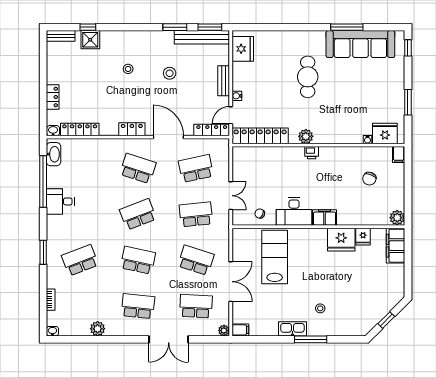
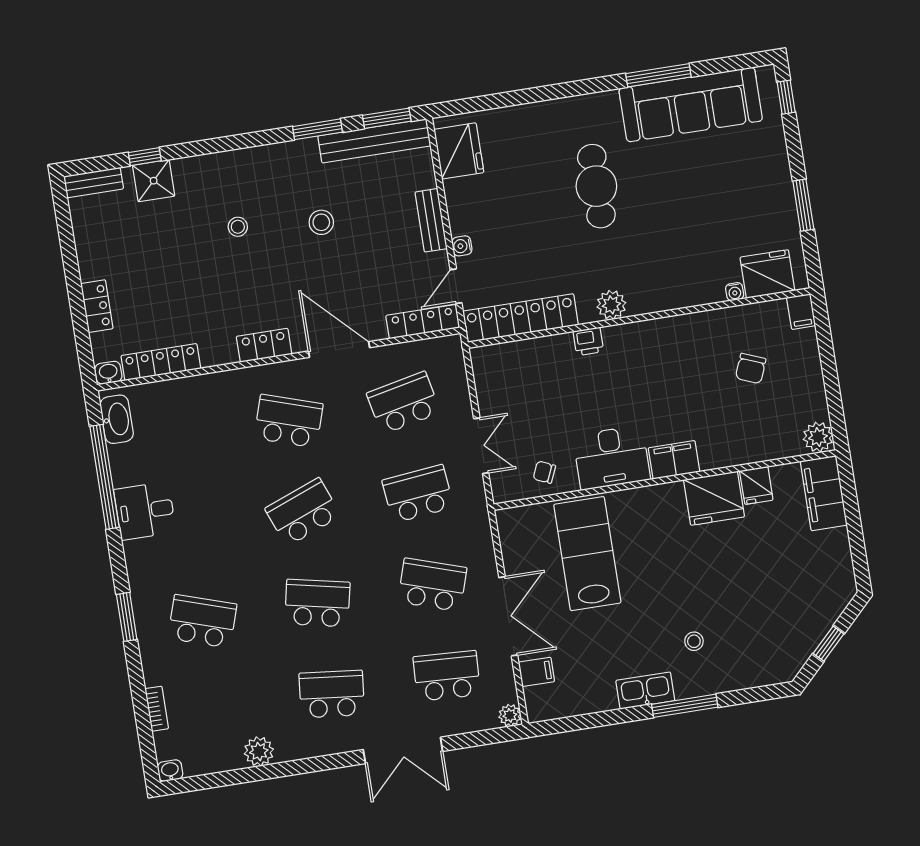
printer: (312, 153) -> (588, 341), moved
school desk: (80, 260) -> (202, 621), turned 39
filing cabinet: (240, 330) -> (536, 672), moved

